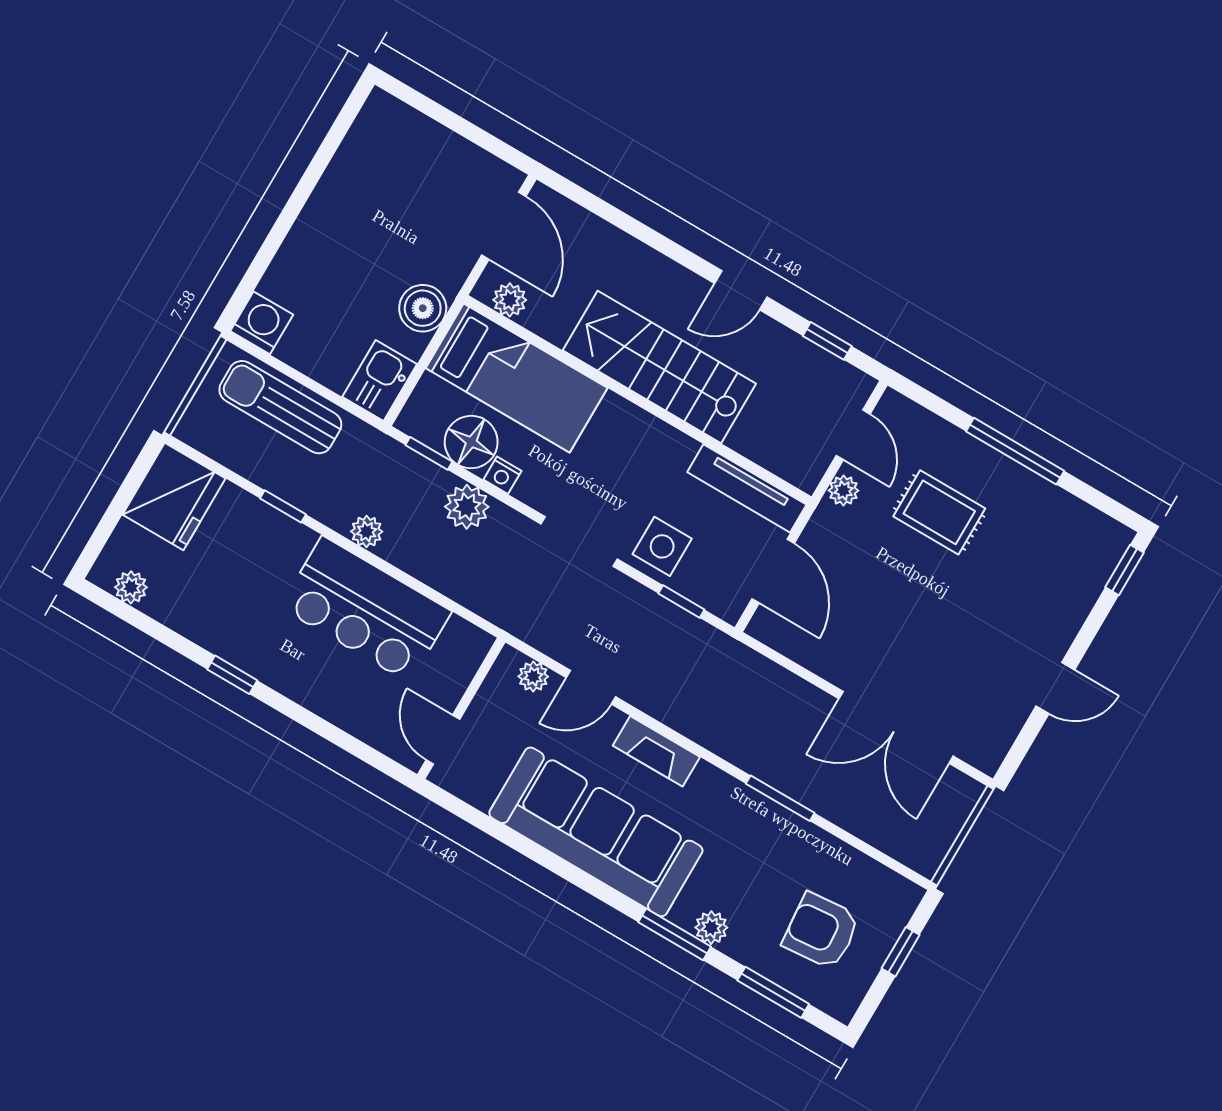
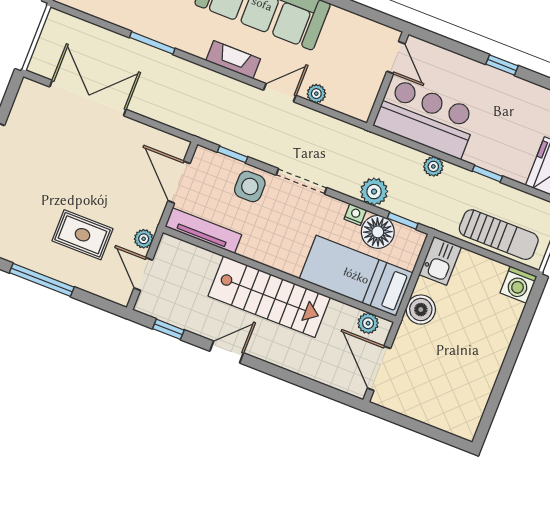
wall: (461, 708) -> (388, 79), moved
door: (443, 740) -> (396, 58), moved

